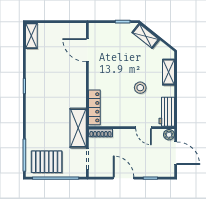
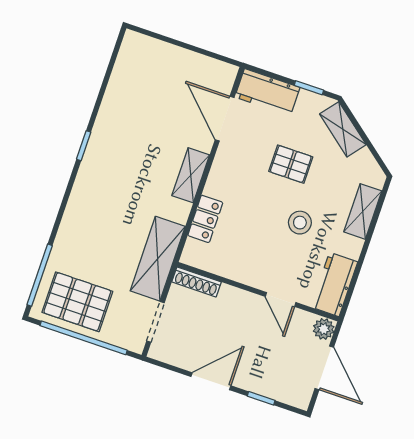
workbench: (103, 31) -> (267, 92), added
shelving: (31, 36) -> (191, 175), moved
pallet: (126, 61) -> (291, 164), added
locker: (94, 107) -> (205, 219), width x0.66
door: (123, 178) -> (211, 381), hinge flipped

